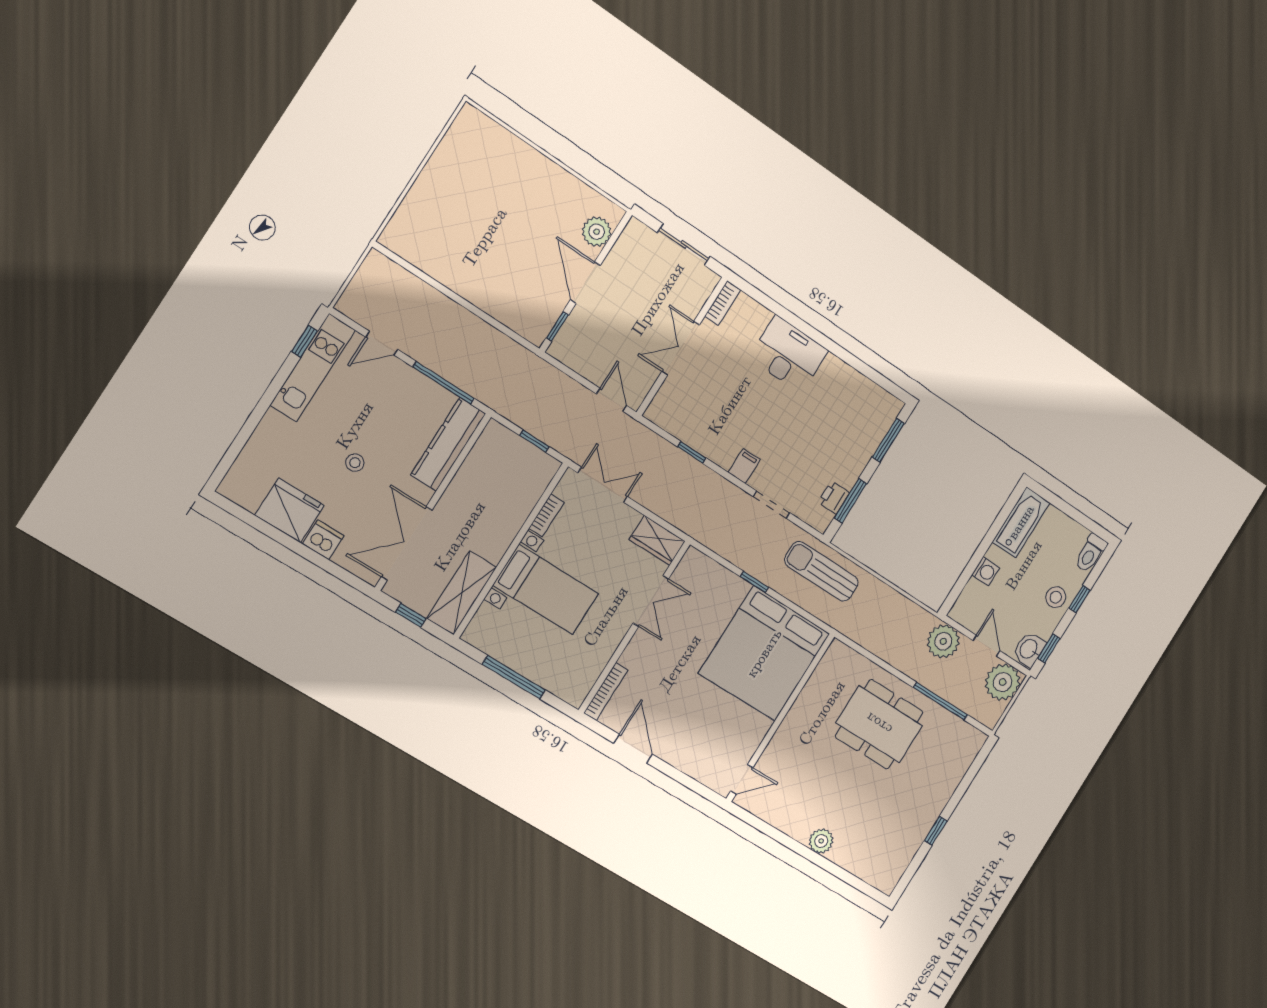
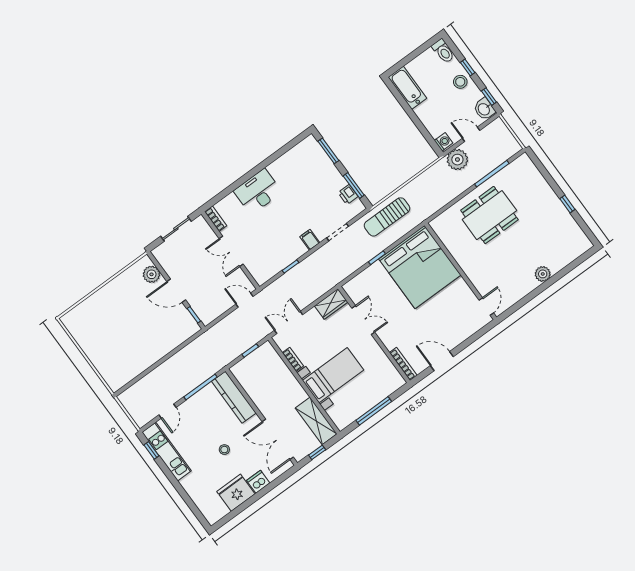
washing machine: (986, 571) -> (444, 142), moved
plant: (1003, 682) -> (497, 132), removed

